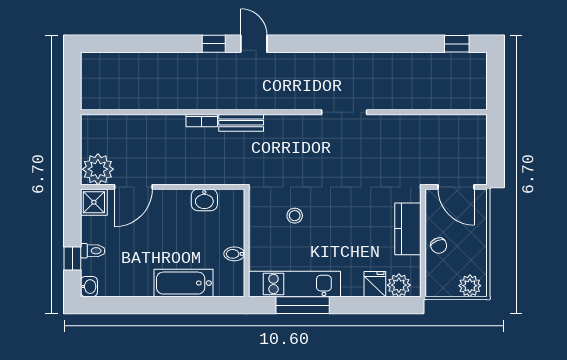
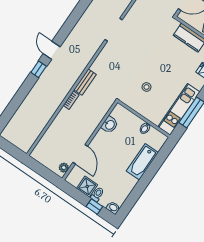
door: (254, 44) -> (52, 50), hinge flipped
plant: (98, 169) -> (64, 168), width x0.53, depth x0.53
shower: (94, 202) -> (87, 186), moved

